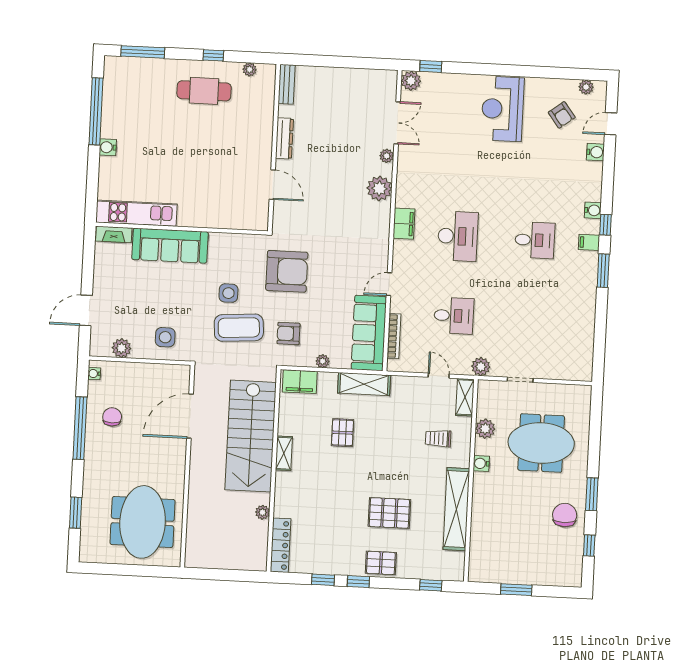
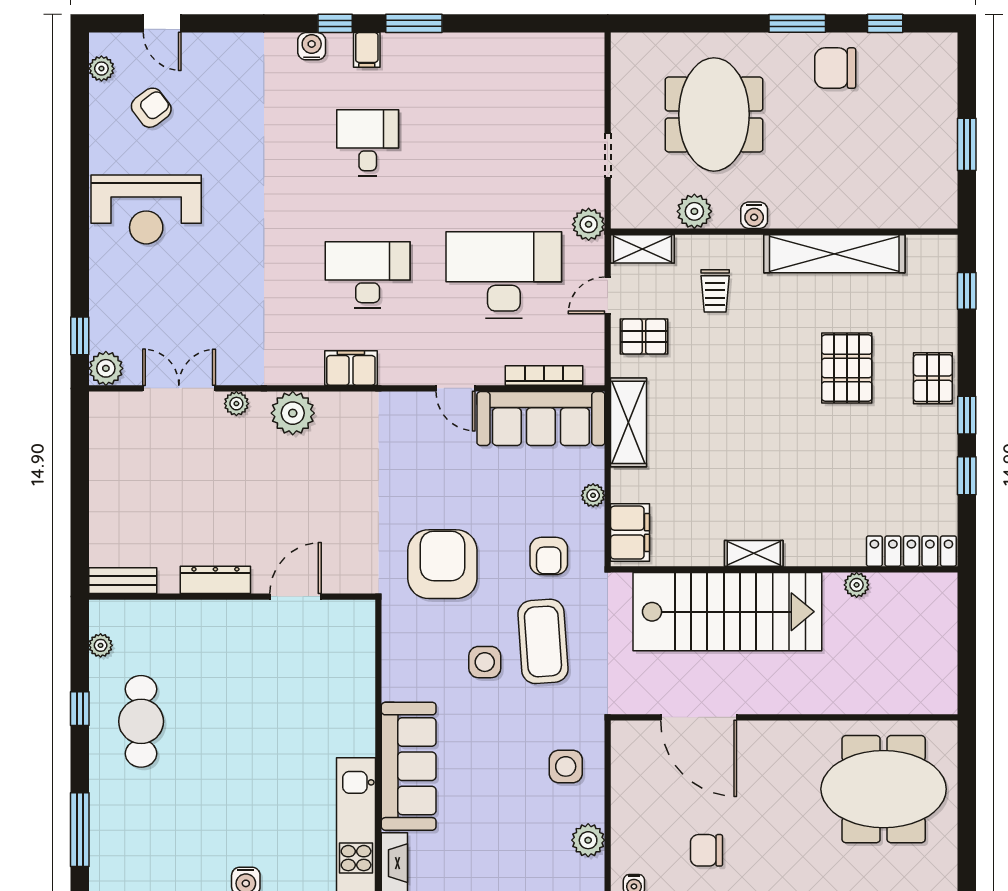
water cooler: (595, 152) -> (212, 47), removed
desk: (454, 316) -> (504, 275), width x1.87, depth x1.30
pallet: (343, 433) -> (644, 337), moved

